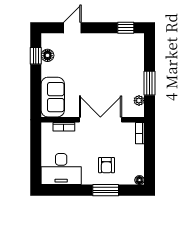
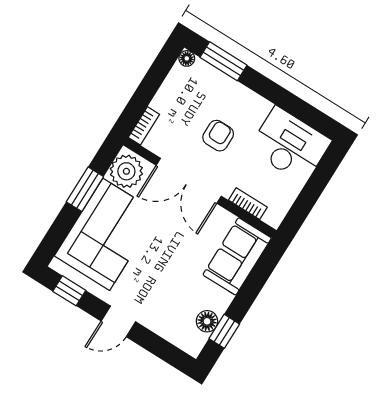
door: (72, 28) -> (118, 321), moved
corner sofa: (125, 67) -> (106, 234), added
plant: (139, 101) -> (126, 171), width x1.87, depth x1.87
armchair: (106, 165) -> (218, 136), moved
window: (106, 190) -> (223, 61), moved

